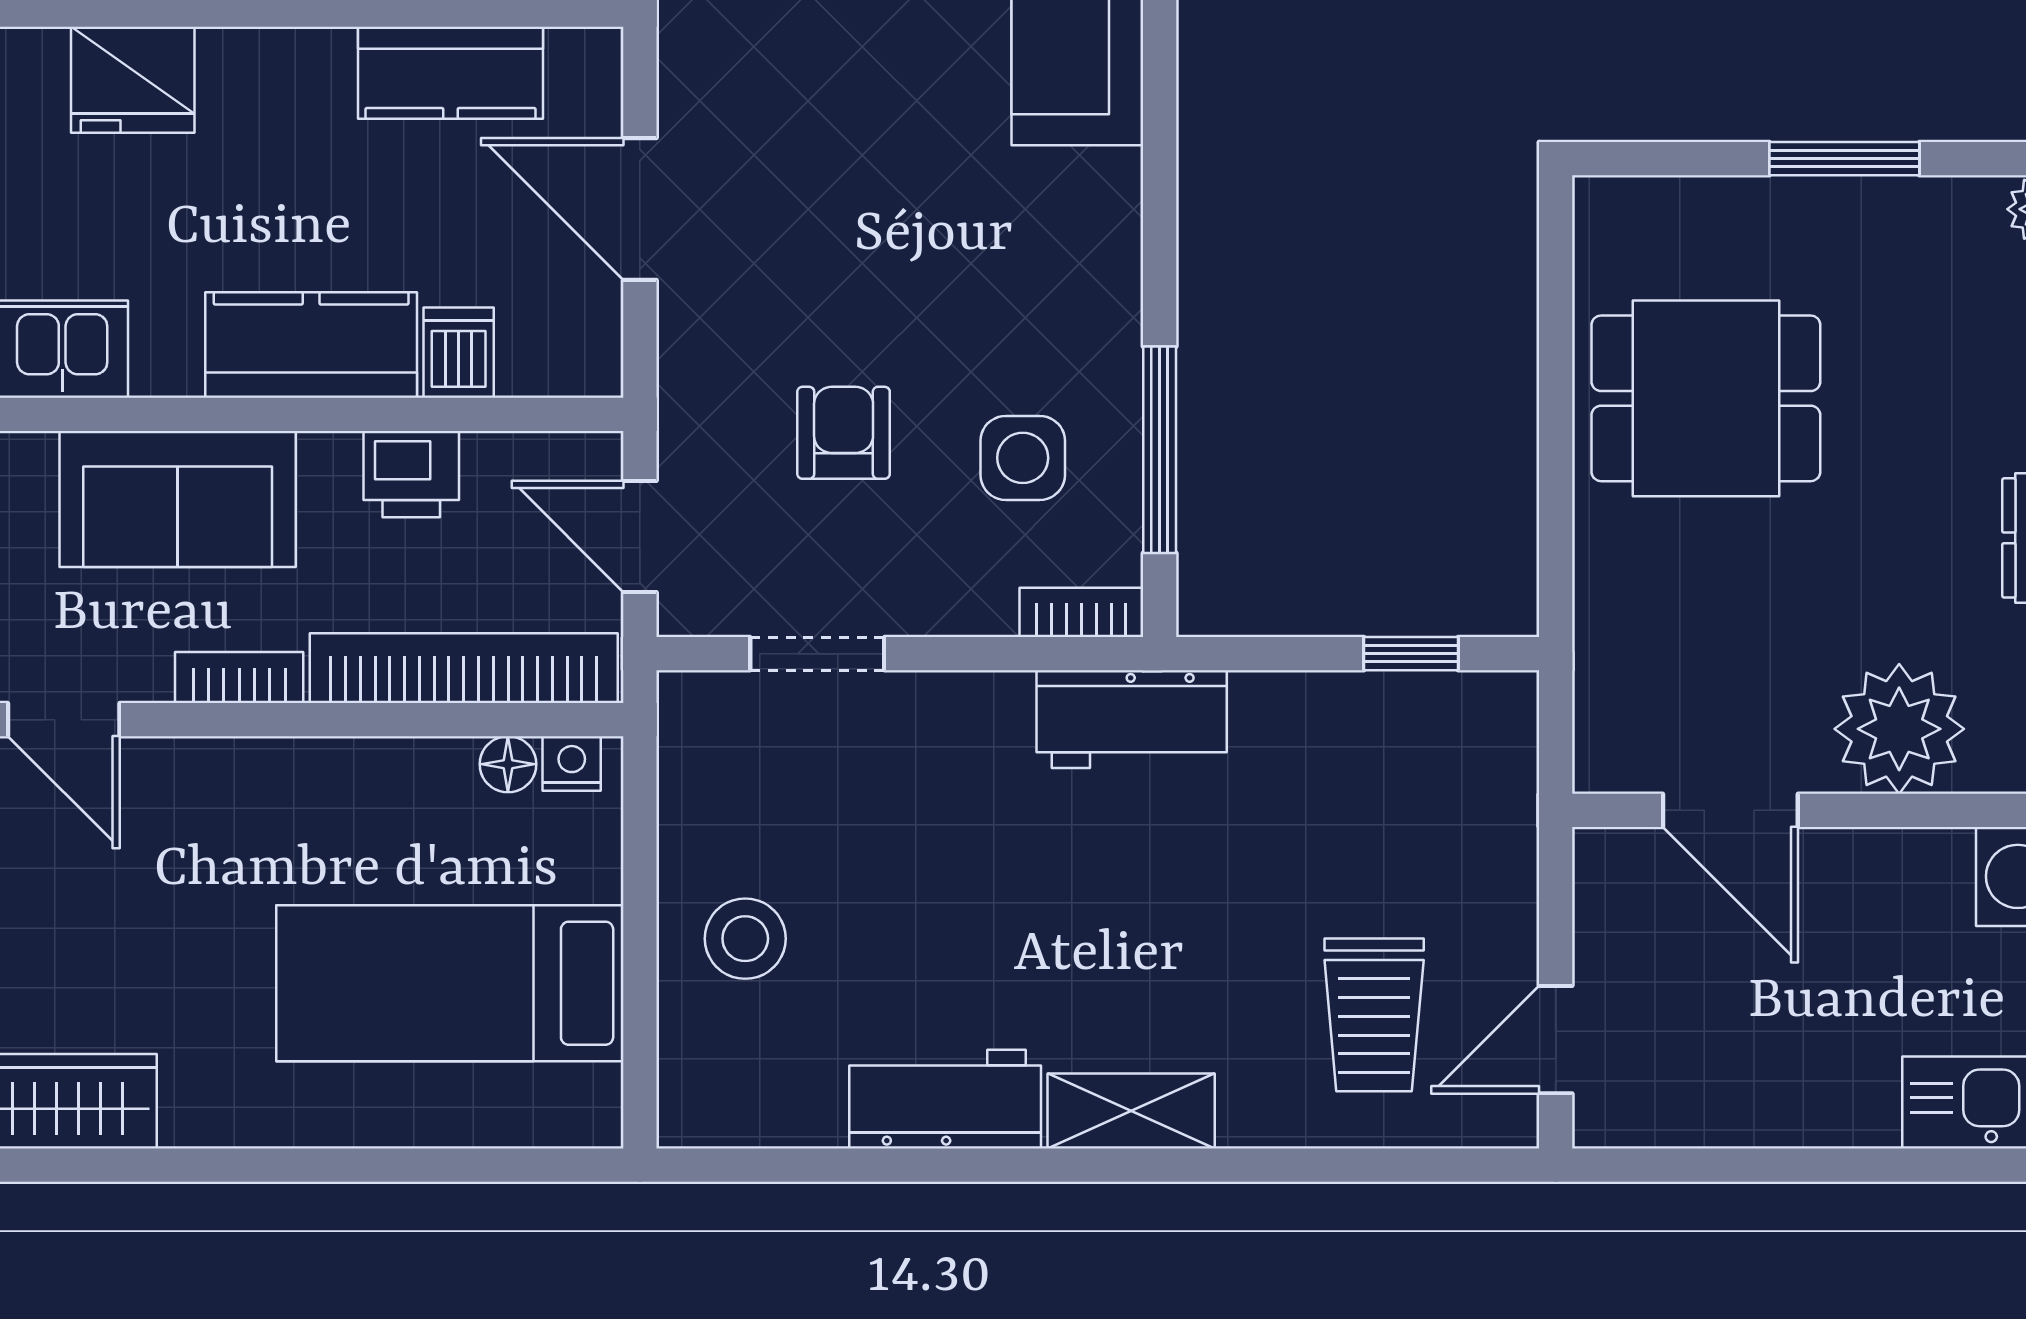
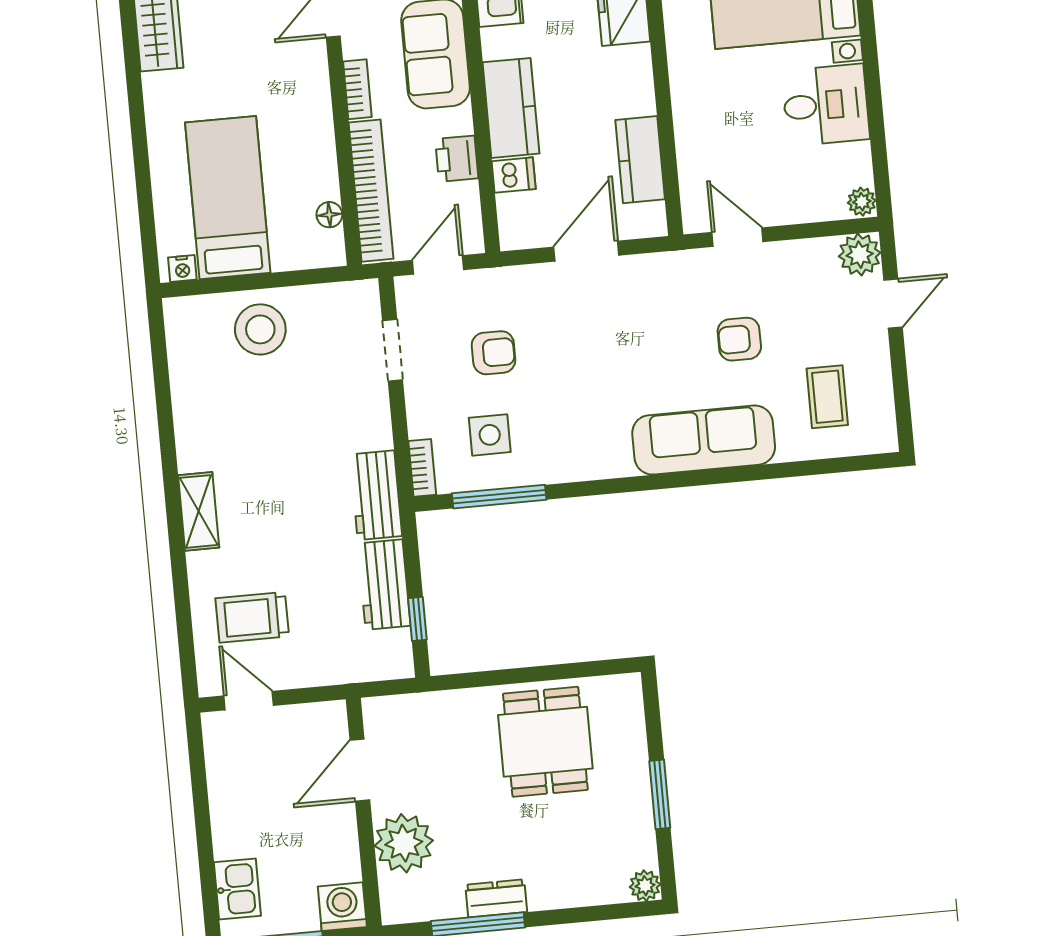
nightstand: (572, 763) -> (182, 269), moved, turned 90
stool: (745, 939) -> (260, 329), width x1.38, depth x1.38
workbench: (945, 1099) -> (384, 585), moved, turned 180

